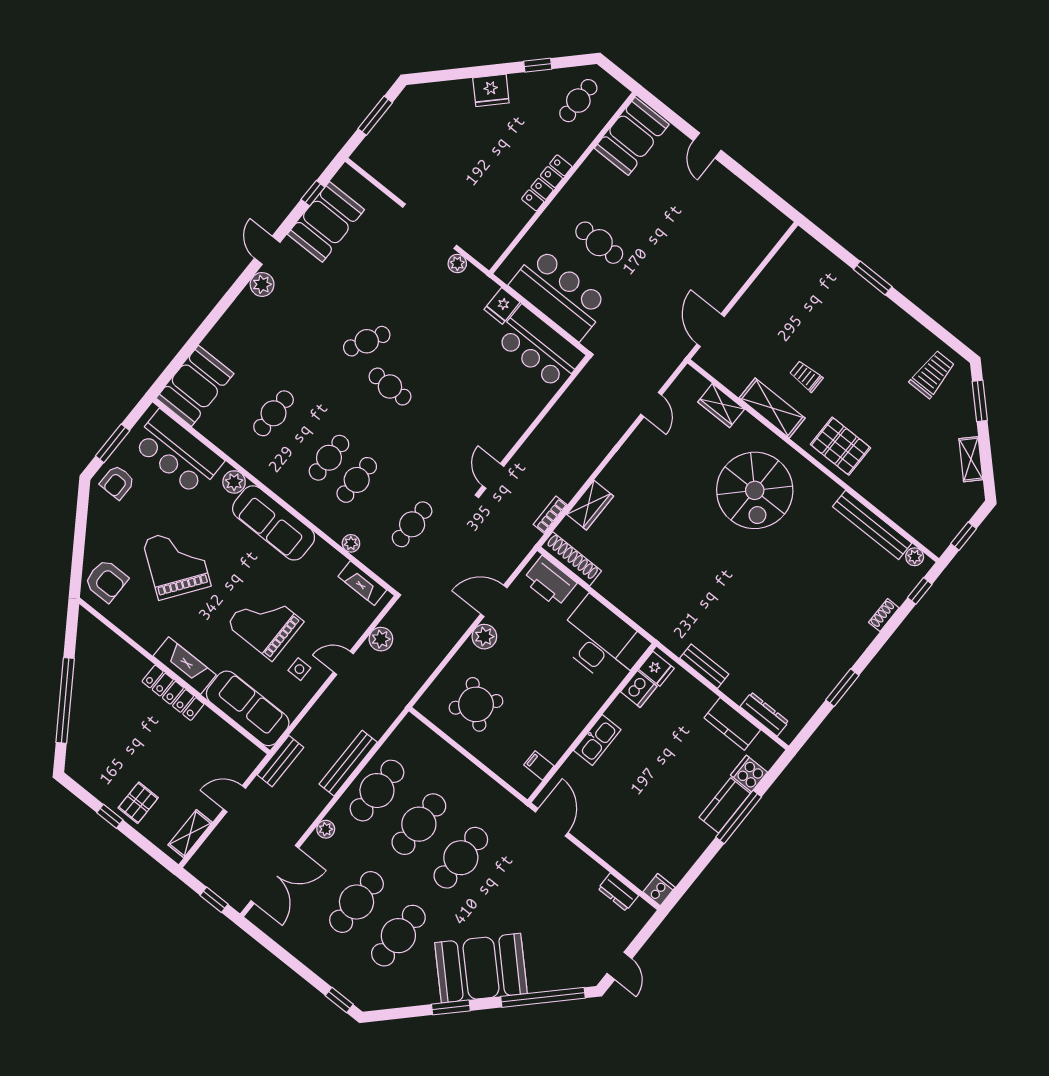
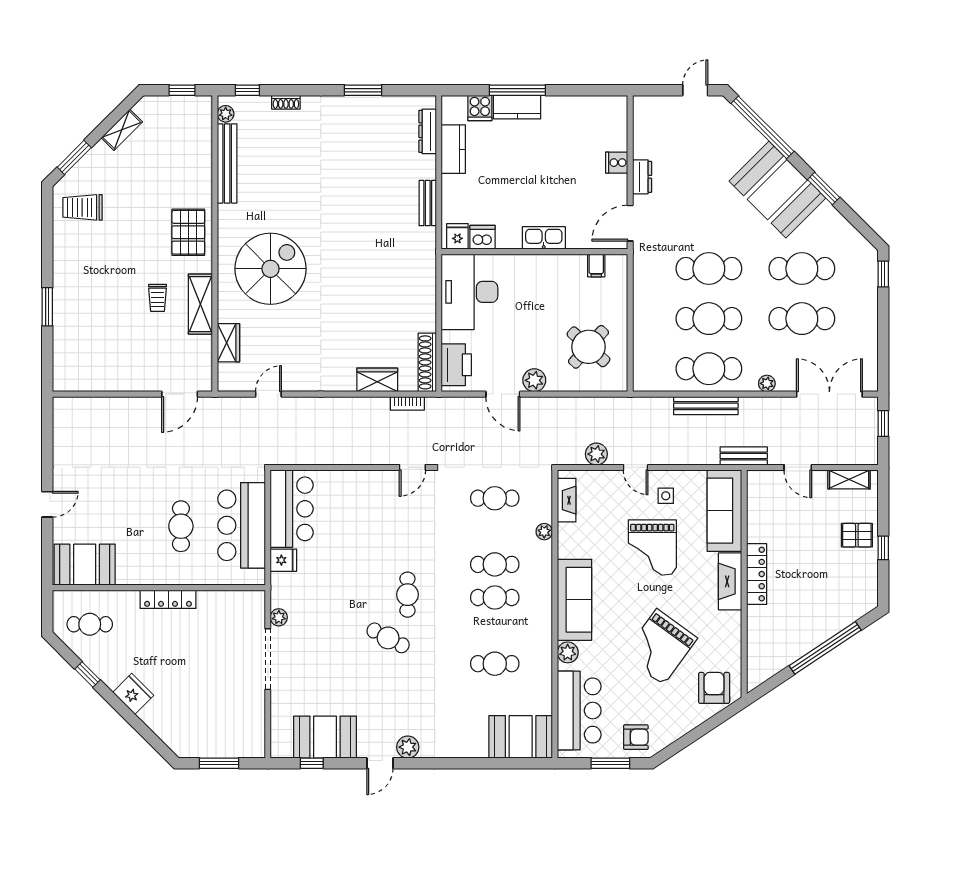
cooker: (659, 890) -> (617, 163), moved
dresser: (618, 892) -> (642, 177), moved

